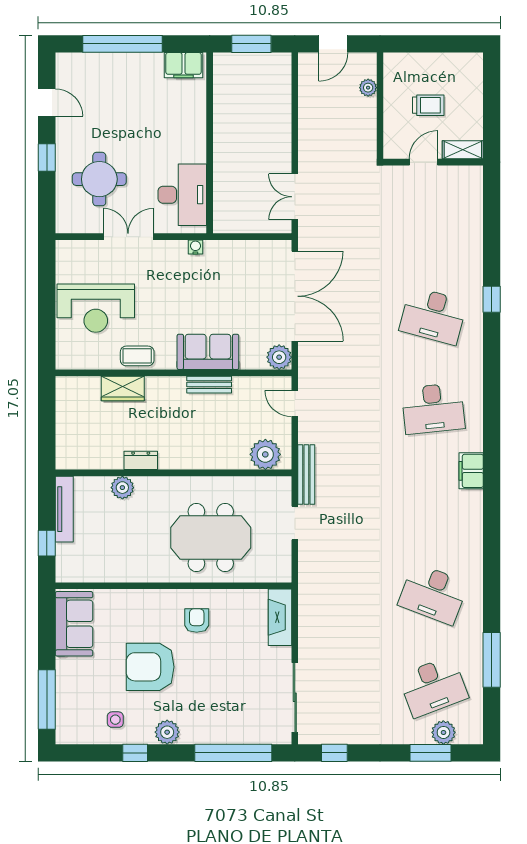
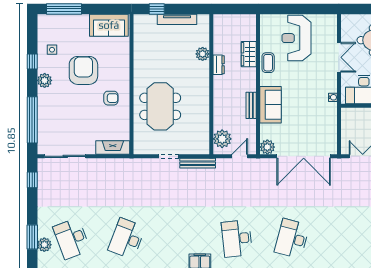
plant: (265, 454) -> (222, 139), moved
dresser: (141, 460) -> (219, 65), moved
wall: (173, 473) -> (211, 84), moved
plant: (122, 488) -> (203, 54), moved

